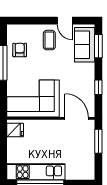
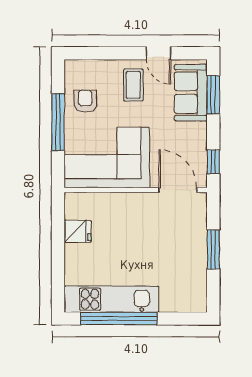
corner sofa: (33, 98) -> (107, 158), moved
wall: (51, 118) -> (136, 190), moved
door: (77, 118) -> (178, 190), moved

